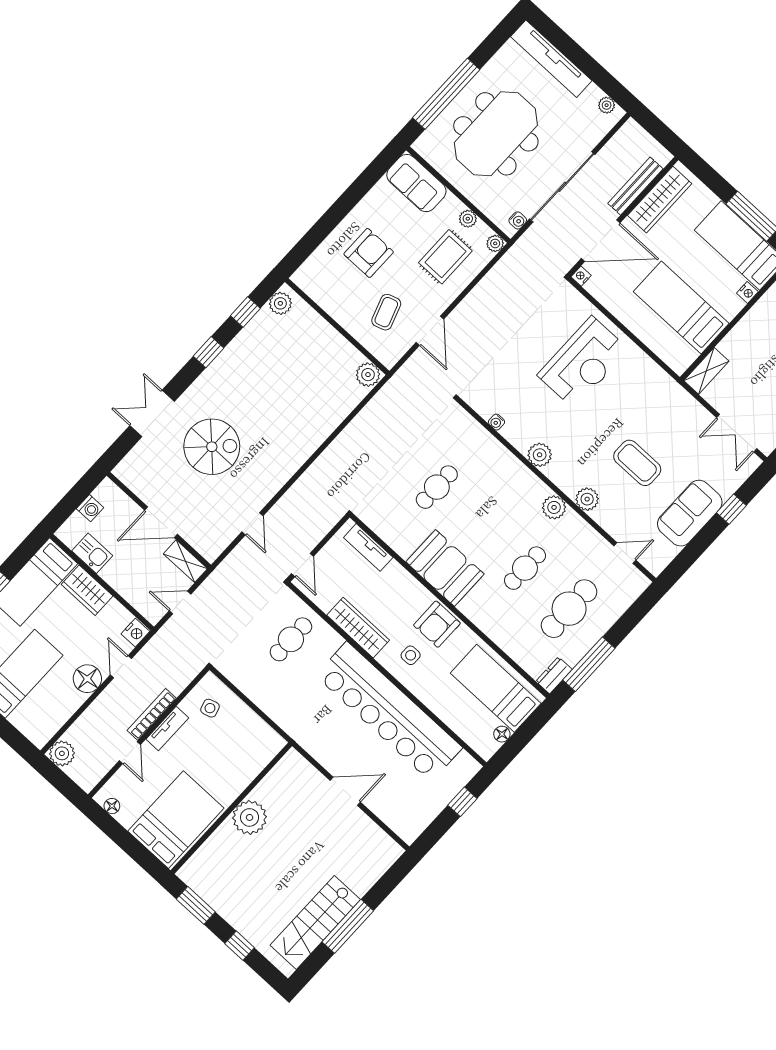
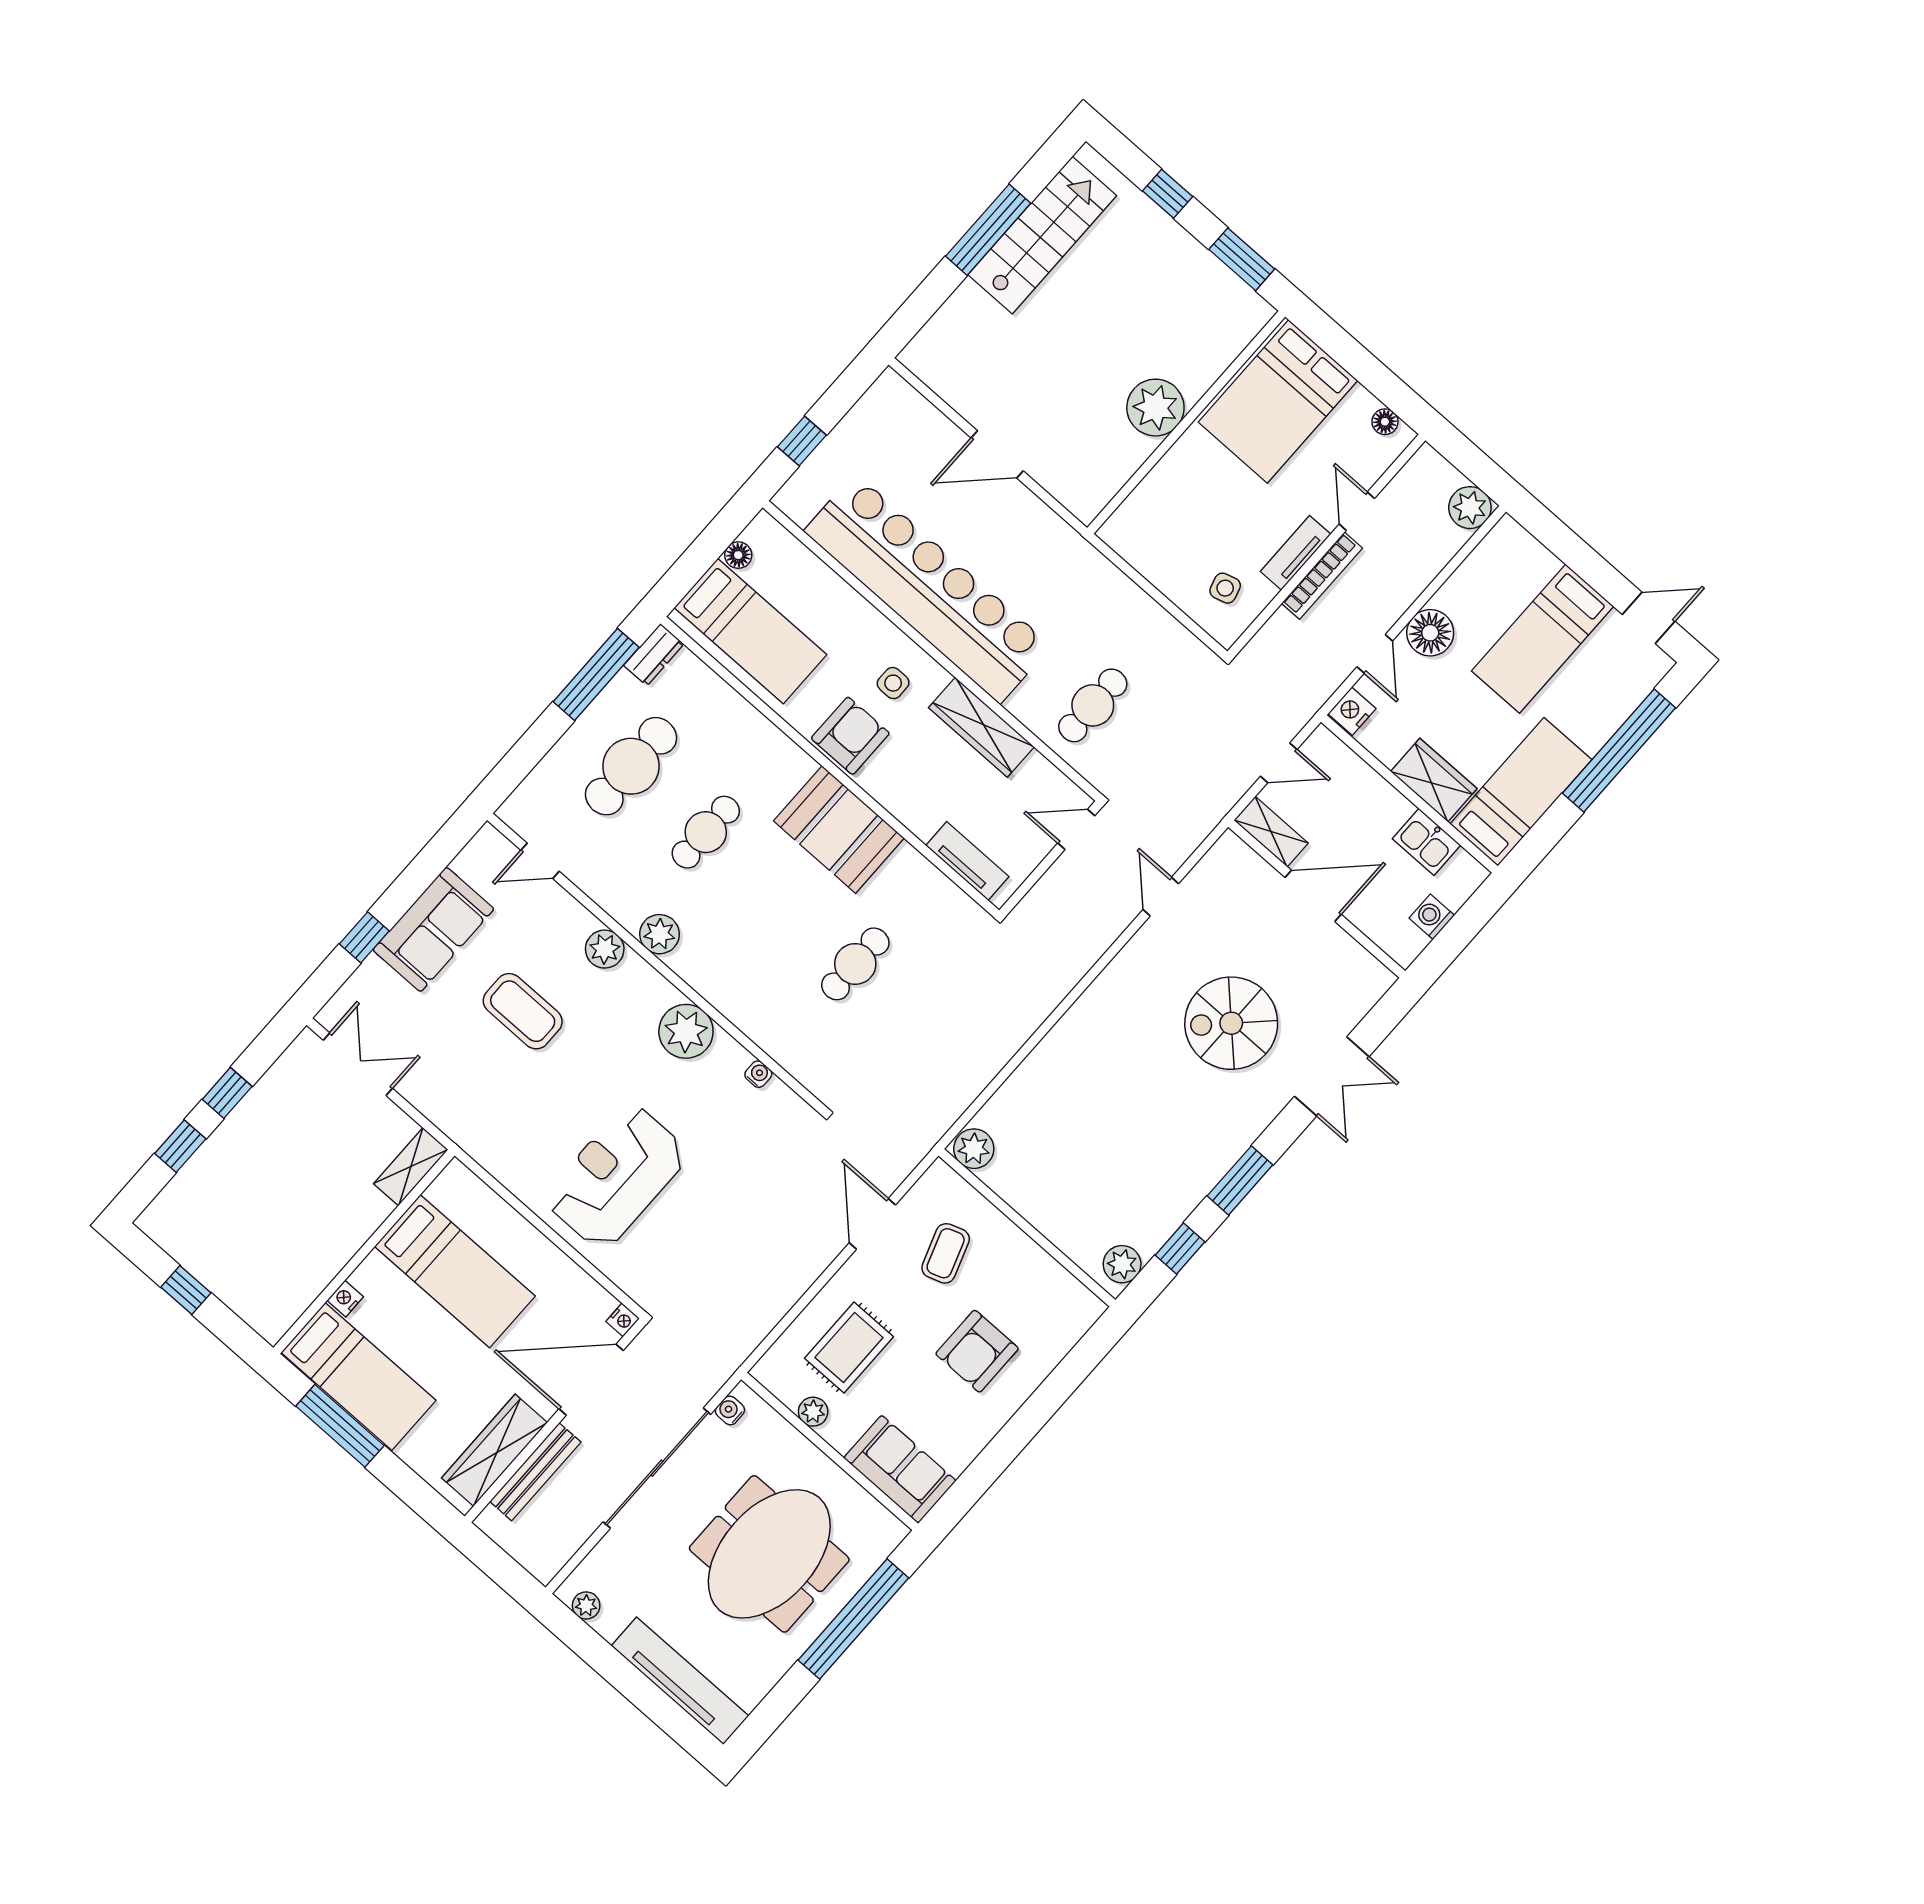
plant: (495, 243) -> (767, 1371), removed
window: (208, 352) -> (1240, 1180), width x1.50
plant: (540, 455) -> (686, 1031), width x1.36, depth x1.36
door: (302, 565) -> (1076, 829), hinge flipped

